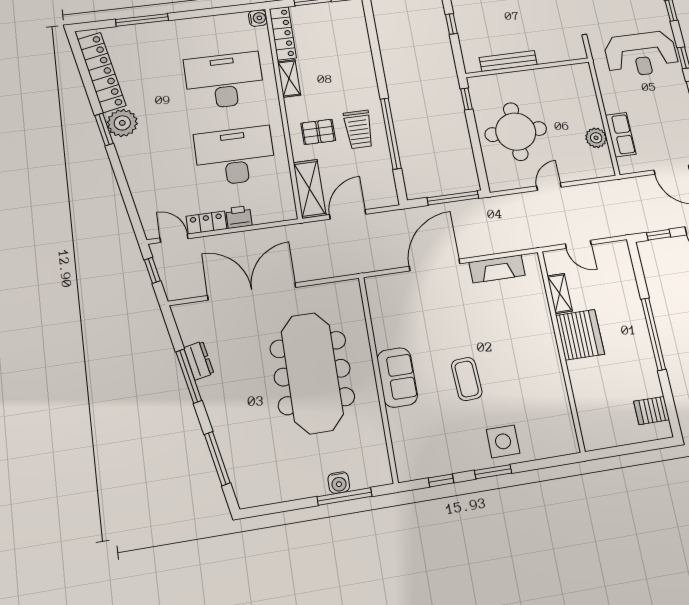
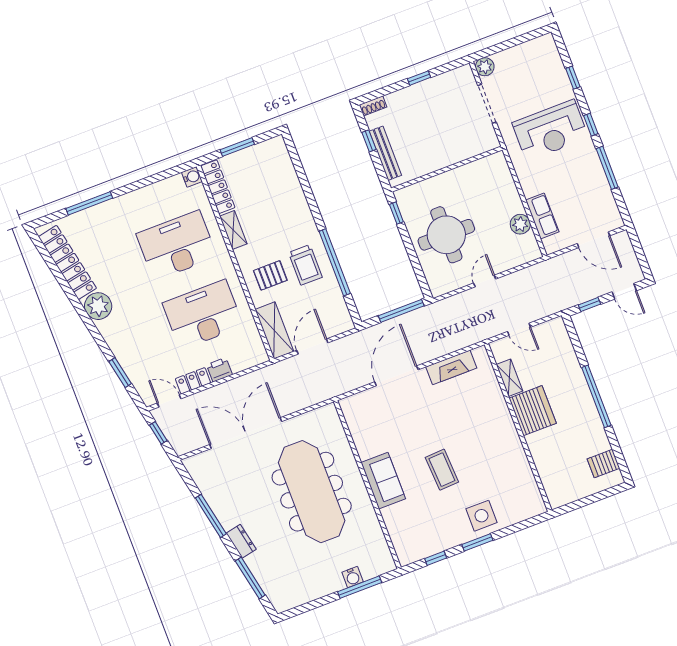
bench: (508, 61) -> (385, 153), moved, turned 90
window: (104, 129) -> (120, 373), moved
dresser: (199, 360) -> (241, 541), moved

